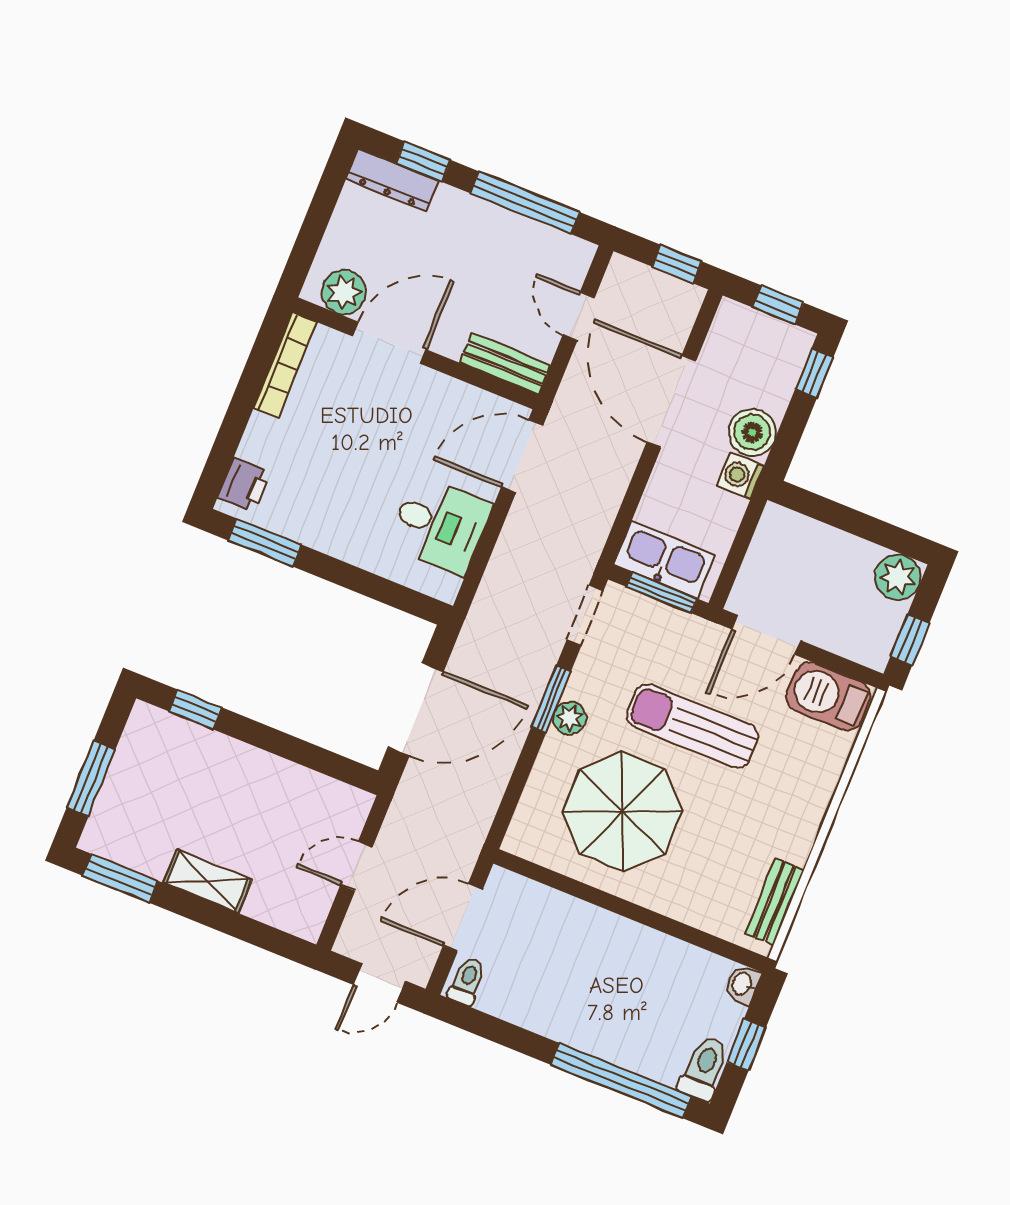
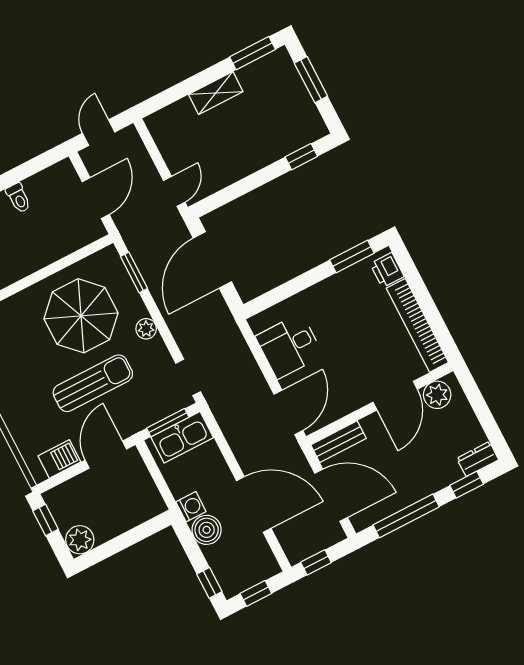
dresser: (392, 180) -> (478, 459), width x0.70
door: (579, 316) -> (331, 495), width x1.88
bookcase: (285, 365) -> (417, 325), width x1.48, depth x1.31
barbecue: (828, 696) -> (59, 459), width x0.73, depth x0.79
window: (551, 699) -> (134, 272), moved
door: (357, 866) -> (174, 191), moved
toilet: (467, 981) -> (18, 198), moved

